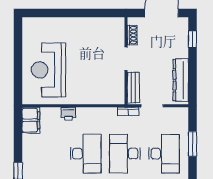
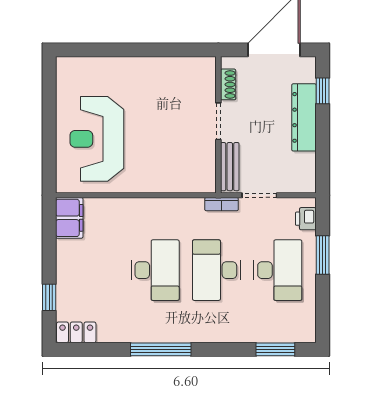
dresser: (181, 80) -> (304, 117), moved
printer: (69, 114) -> (306, 219), moved, turned 90

